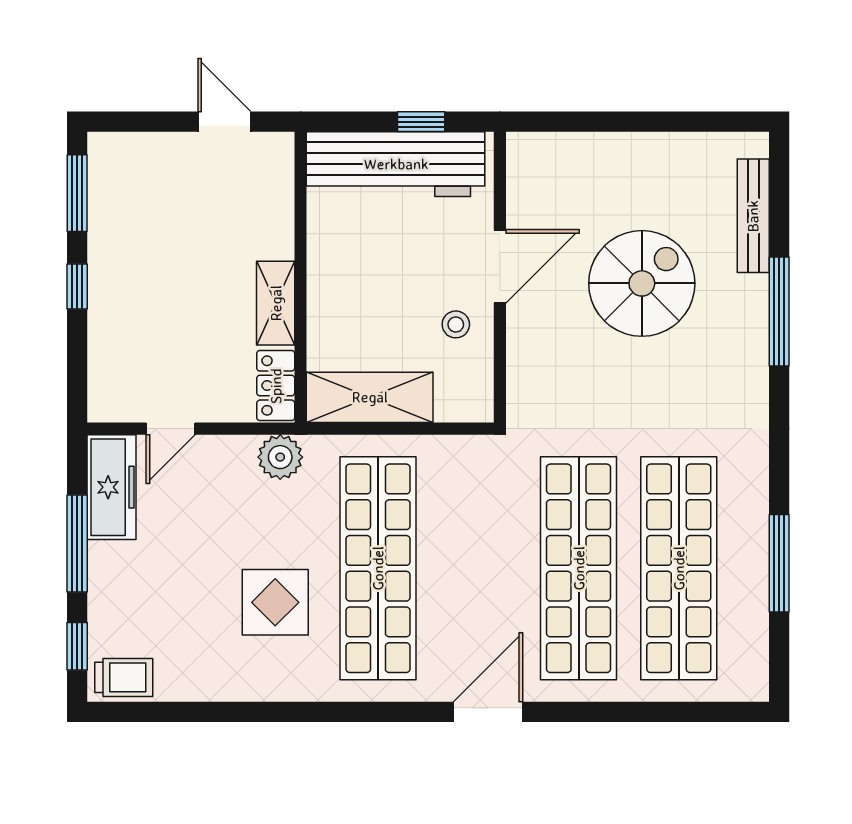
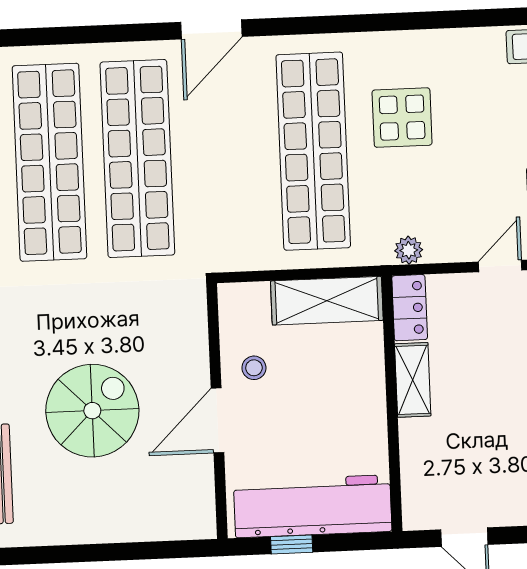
spiral stairs: (642, 283) -> (92, 411), turned 180
plant: (280, 457) -> (409, 250), width x0.73, depth x0.73

